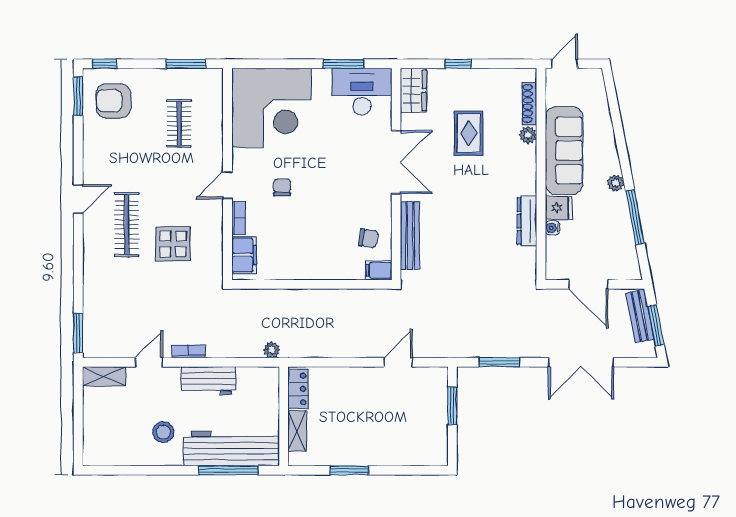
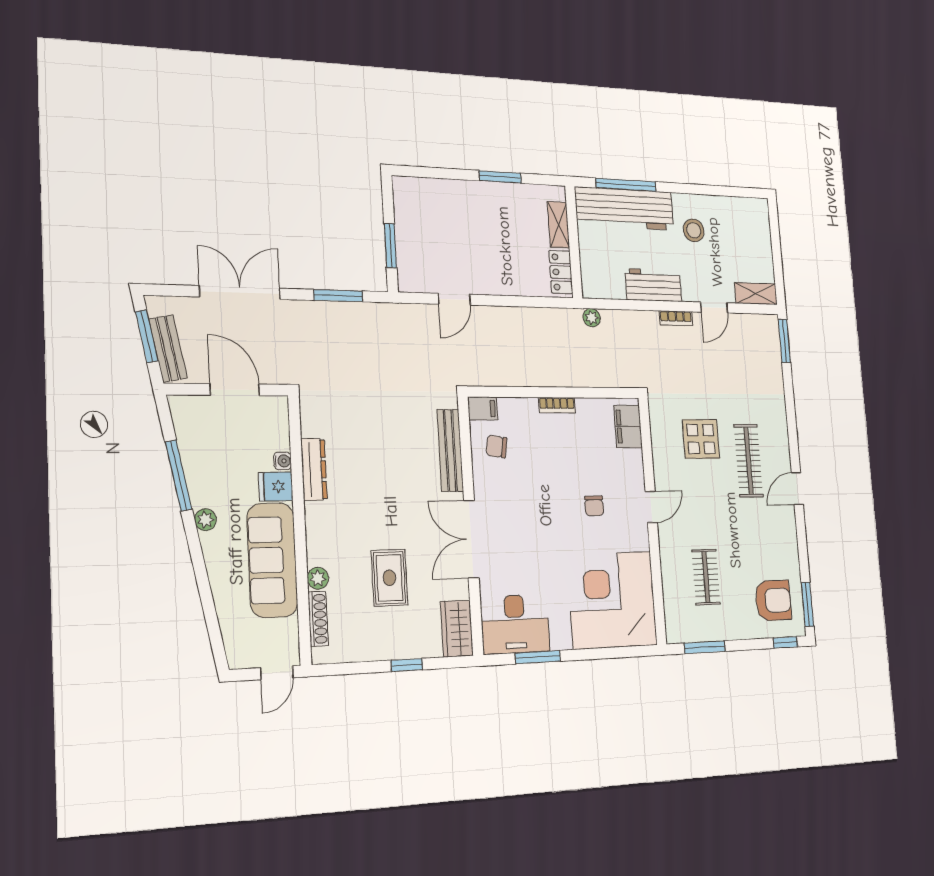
bookcase: (238, 218) -> (557, 405), moved, turned -90

